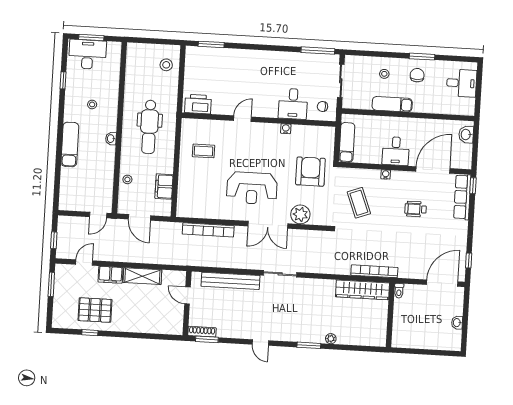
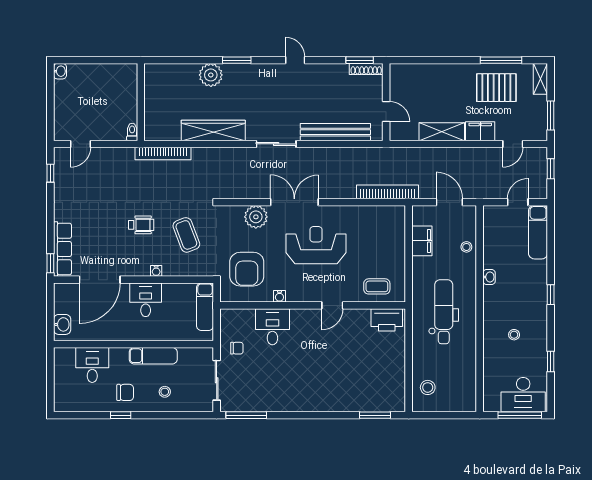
window: (91, 38) -> (520, 415), width x1.44
window: (422, 57) -> (121, 415), width x0.67
chair: (417, 75) -> (125, 392), turned -90
desk: (462, 83) -> (92, 365), moved, turned 90
printer: (198, 104) -> (387, 320), moved
desk: (293, 104) -> (272, 327), moved
door: (242, 119) -> (332, 305), moved
wall: (259, 120) -> (313, 305), moved
water cooler: (286, 129) -> (279, 296), moved
window: (60, 136) -> (551, 295), added
washbasin: (111, 139) -> (489, 277), moved
exam couch: (70, 144) -> (538, 232), moved
wheelchair: (415, 209) -> (141, 225), moved
door: (98, 215) -> (518, 202), moved
bookcase: (208, 230) -> (387, 192), moved
door: (442, 283) -> (81, 144), width x0.53
wardrobe: (363, 290) -> (213, 130), moved
shelving: (58, 315) -> (540, 79), added
washbasin: (457, 323) -> (60, 71), moved
window: (90, 333) -> (501, 60), width x2.17
plant: (331, 339) -> (211, 75), width x1.88, depth x1.88

